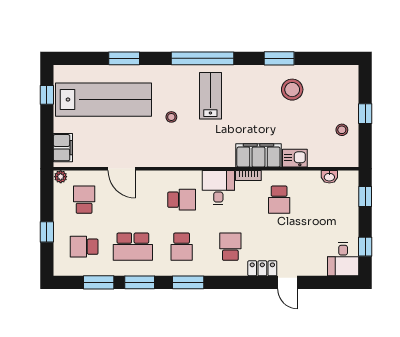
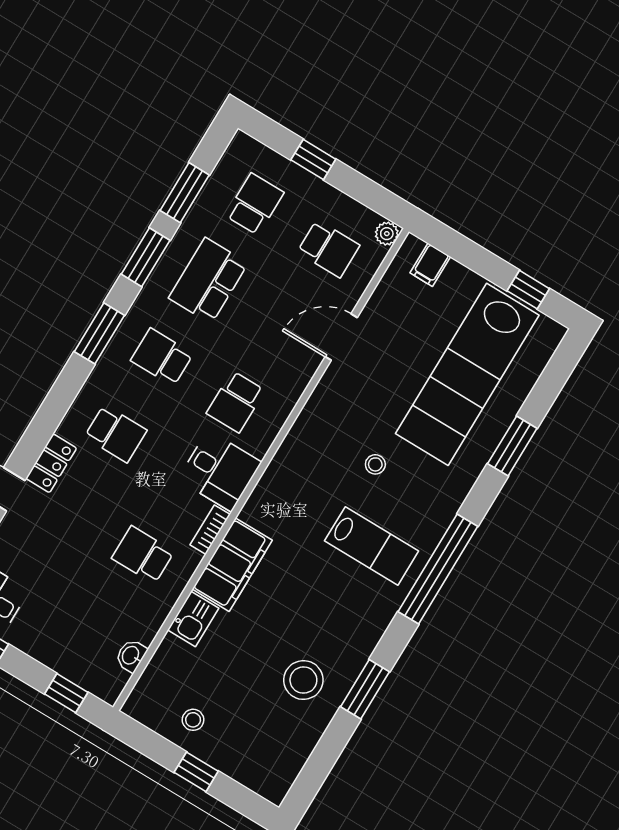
filing cabinet: (63, 148) -> (430, 265), width x0.50

